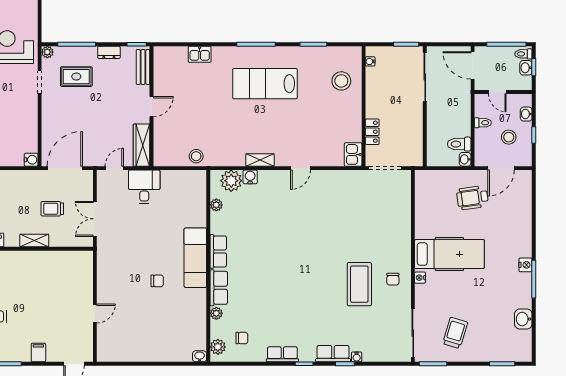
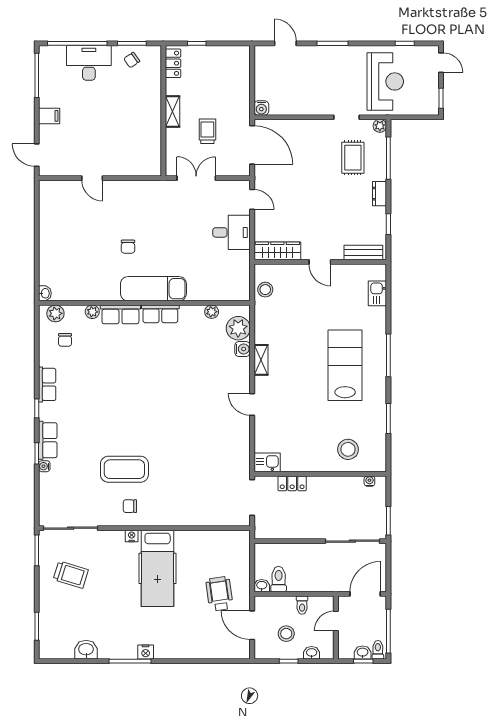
bench: (143, 67) -> (363, 252), moved
wall: (152, 106) -> (320, 262), moved
door: (152, 107) -> (320, 262), moved
wardrobe: (142, 145) -> (277, 251), moved

